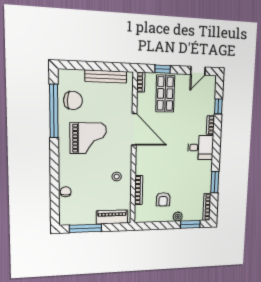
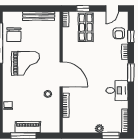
chair: (73, 100) -> (14, 35), turned 88
door: (134, 129) -> (61, 74), moved
desk: (201, 148) -> (117, 90), moved
window: (215, 182) -> (131, 73), moved
armchair: (163, 199) -> (119, 33), moved
piano: (112, 217) -> (28, 127), moved

